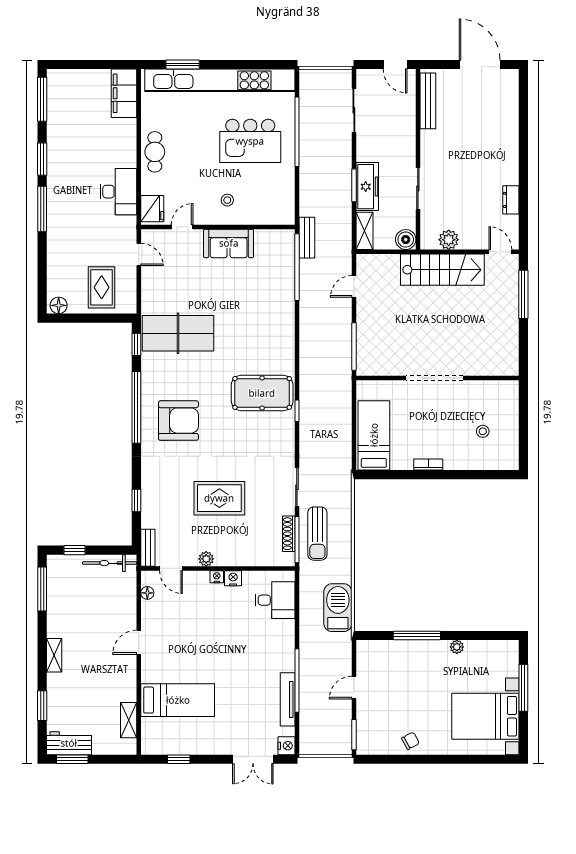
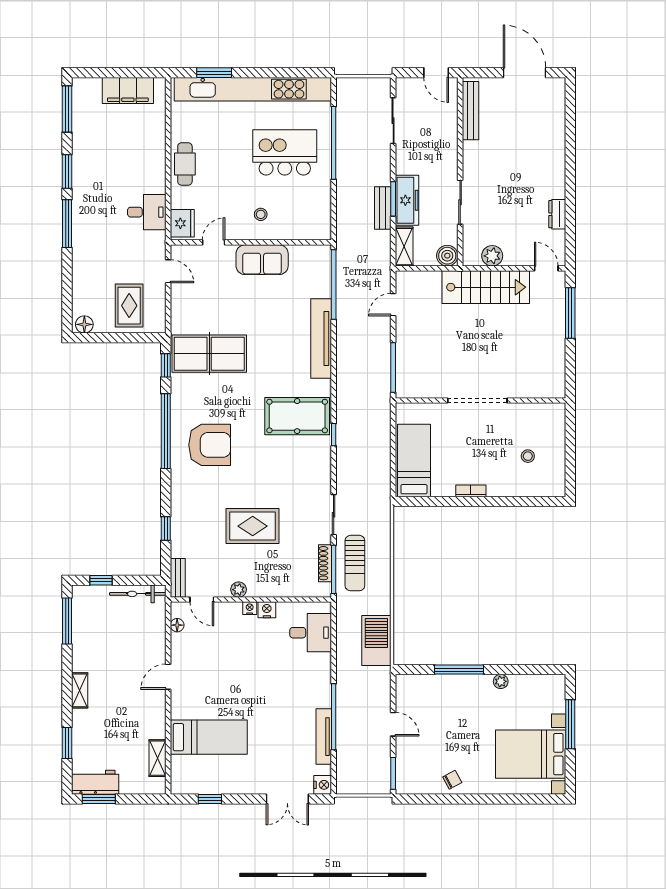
filing cabinet: (124, 93) -> (128, 90), moved, turned -90
kitchen island: (250, 141) -> (285, 152), turned 180
desk: (118, 192) -> (147, 212), width x0.73
bench: (307, 238) -> (383, 208), moved
tv unit: (285, 319) -> (321, 339), added
door: (354, 688) -> (393, 724), swing flipped

